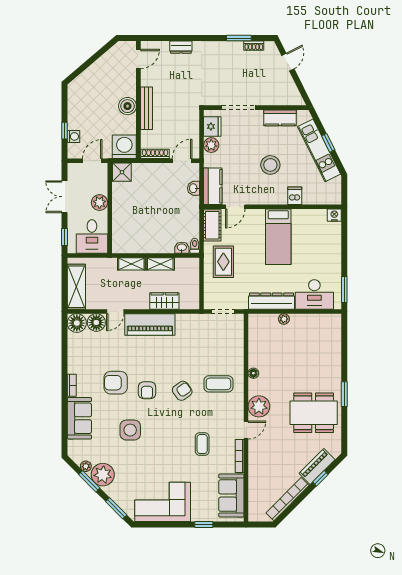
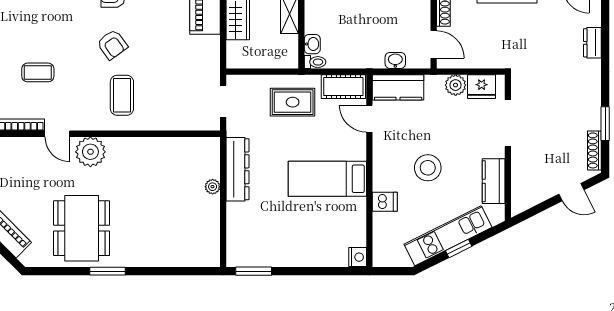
shoe rack: (254, 46) -> (594, 150), width x1.43
desk: (314, 294) -> (247, 229), removed
floor lamp: (253, 373) -> (137, 144), removed

